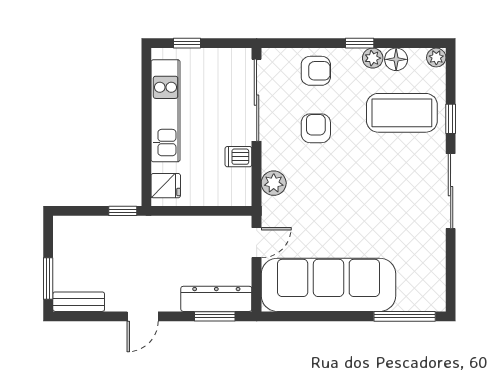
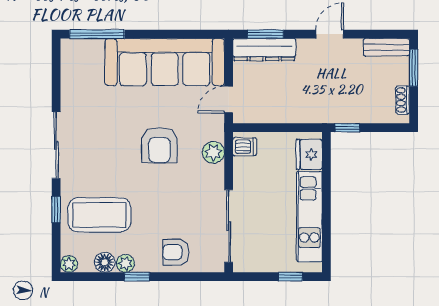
armchair: (316, 128) -> (159, 145), moved, width x1.38, depth x1.38
dishwasher: (238, 157) -> (245, 147), moved
fridge: (166, 186) -> (309, 154), width x1.38
shoe rack: (61, 242) -> (403, 100), added

